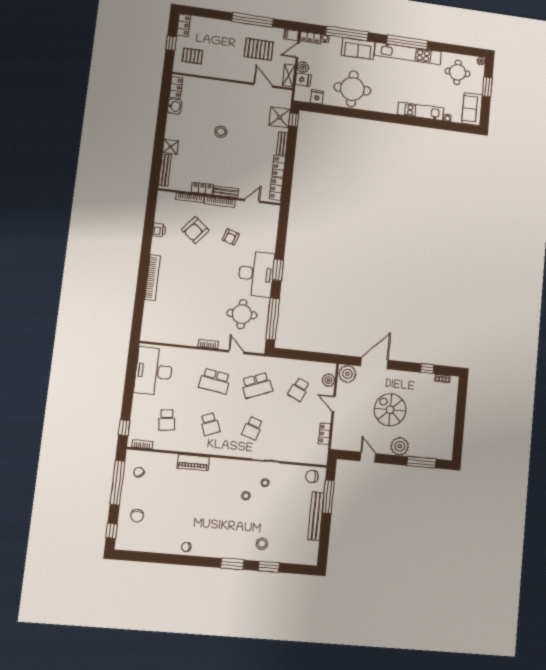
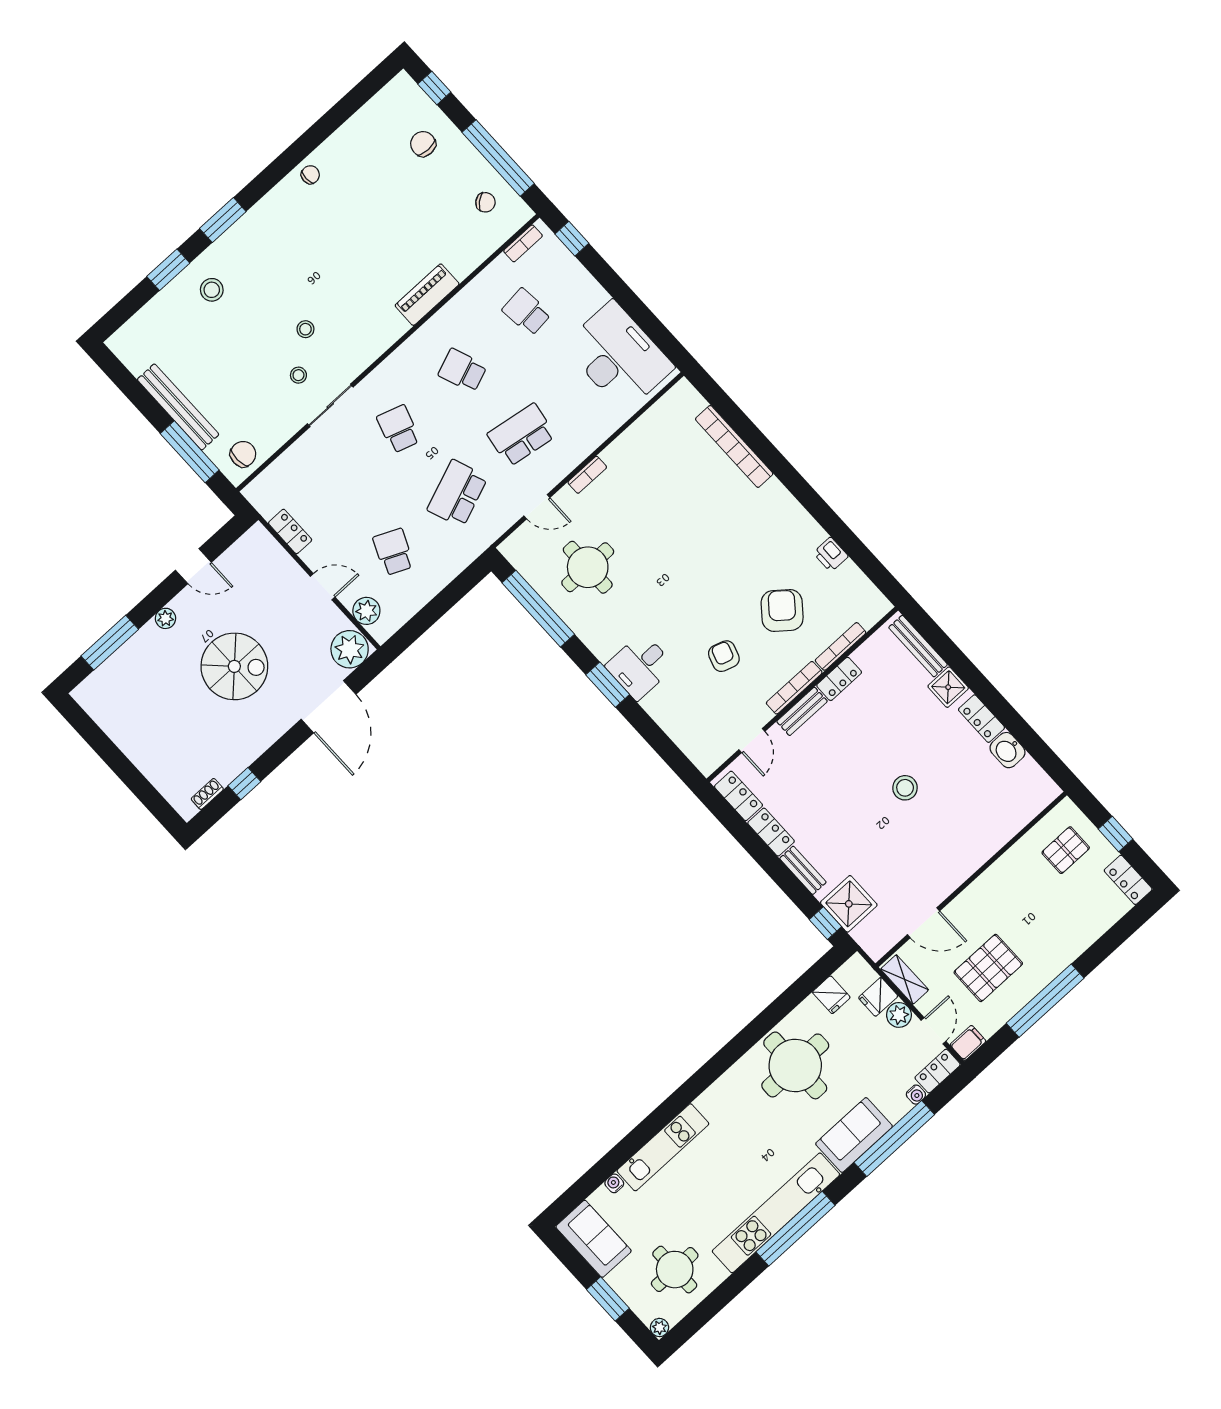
locker: (176, 87) -> (981, 719), moved
desk: (256, 274) -> (640, 666), width x0.53, depth x0.77
bookcase: (153, 278) -> (734, 446), moved
plant: (400, 446) -> (165, 618), width x0.53, depth x0.53

